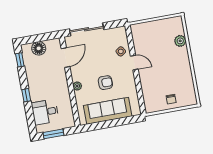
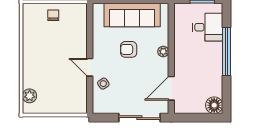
plant: (180, 41) -> (30, 96), moved
floor lamp: (39, 48) -> (214, 105), moved
window: (20, 60) -> (227, 95), removed
window: (26, 95) -> (227, 52), width x3.17

